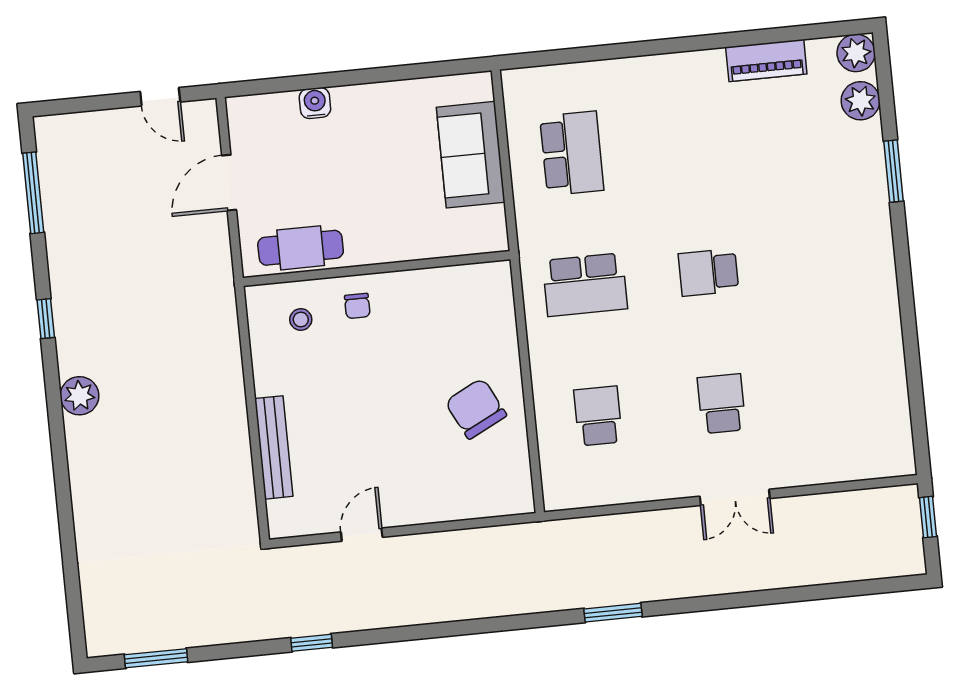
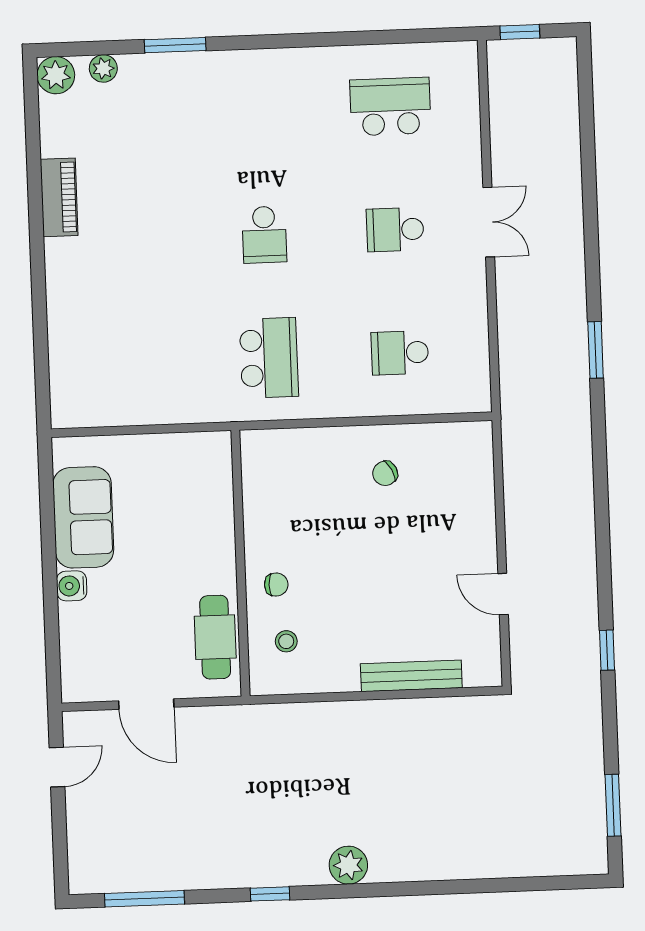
piano: (766, 60) -> (59, 197), moved
plant: (861, 101) -> (103, 68), width x0.73, depth x0.73
water cooler: (315, 103) -> (72, 586), moved
school desk: (572, 153) -> (390, 107), moved
sofa: (471, 155) -> (83, 517), moved, turned -90
chair: (476, 409) -> (385, 473), width x0.54, depth x0.54

